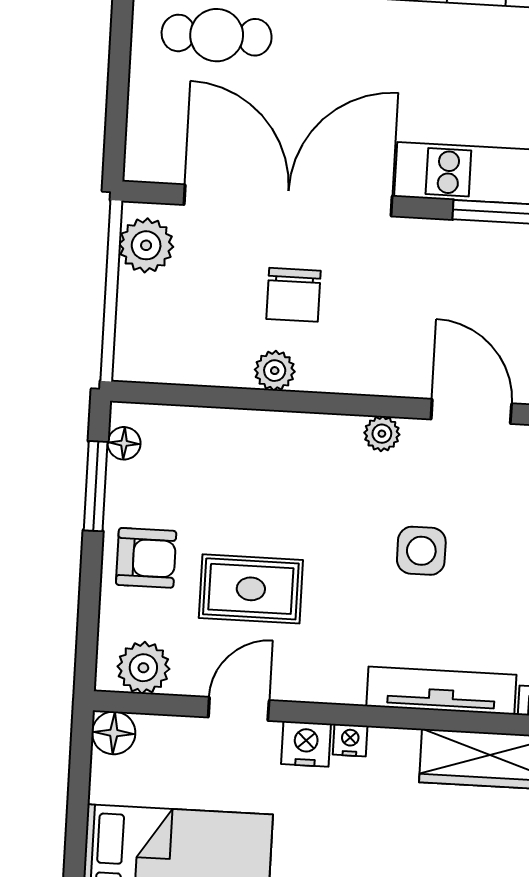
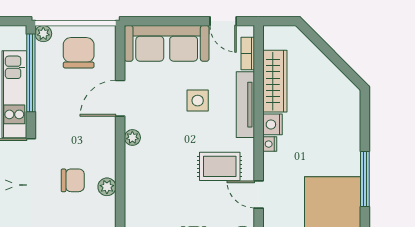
side table: (421, 551) -> (198, 101), moved
rug: (251, 589) -> (220, 166), moved, turned 90
nightstand: (306, 744) -> (272, 124), moved

